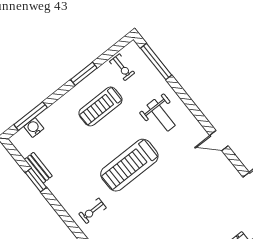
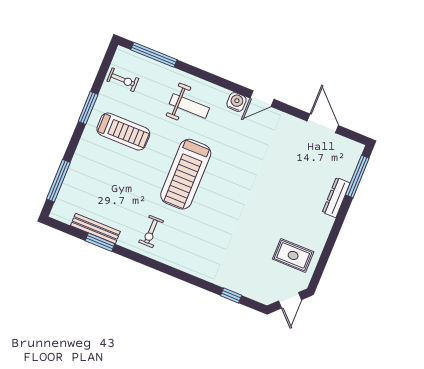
treadmill: (100, 106) -> (123, 132), turned -90
water cooler: (34, 128) -> (236, 102), moved, turned 90
bench: (38, 168) -> (95, 229), width x1.36
exercise bike: (93, 211) -> (151, 231), moved

